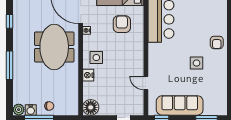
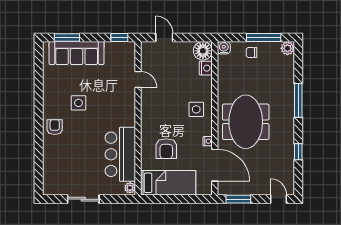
nightstand: (88, 75) -> (206, 68), moved
sofa: (180, 105) -> (77, 53), moved
water cooler: (31, 110) -> (224, 48), moved

